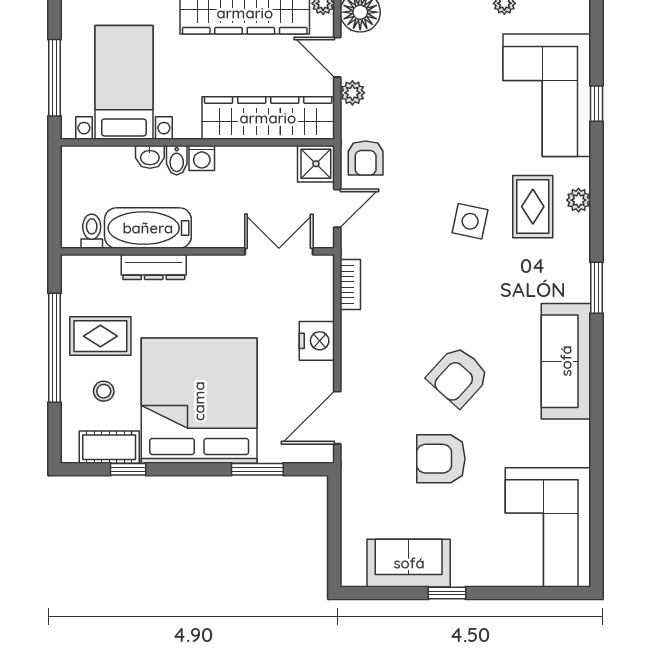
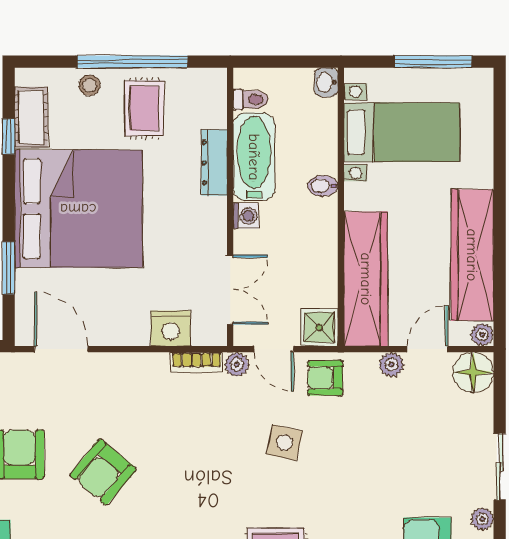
window: (54, 78) -> (433, 62), moved
washbasin: (150, 157) -> (326, 82), moved
washing machine: (202, 158) -> (246, 216), moved, turned 180
side table: (470, 221) -> (284, 443), moved
plant: (352, 245) -> (237, 364), added
nightstand: (317, 341) -> (171, 328), moved
armchair: (458, 376) -> (103, 472), turned -92
stool: (104, 391) -> (90, 85), moved

